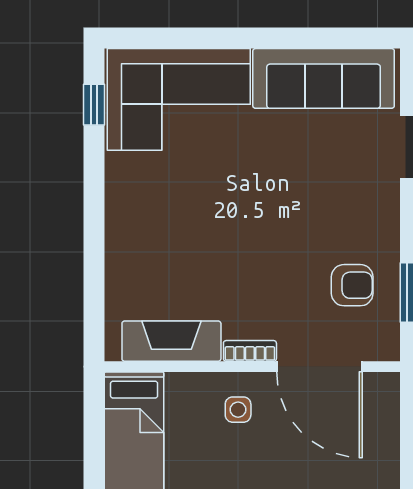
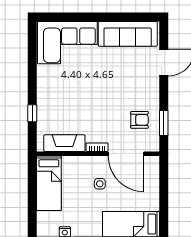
window: (94, 105) -> (32, 113), moved
side table: (238, 410) -> (100, 184), moved

